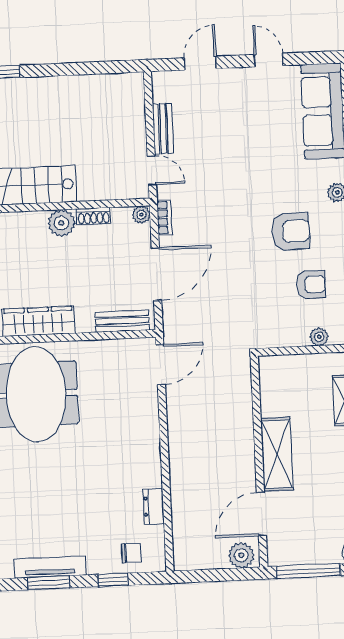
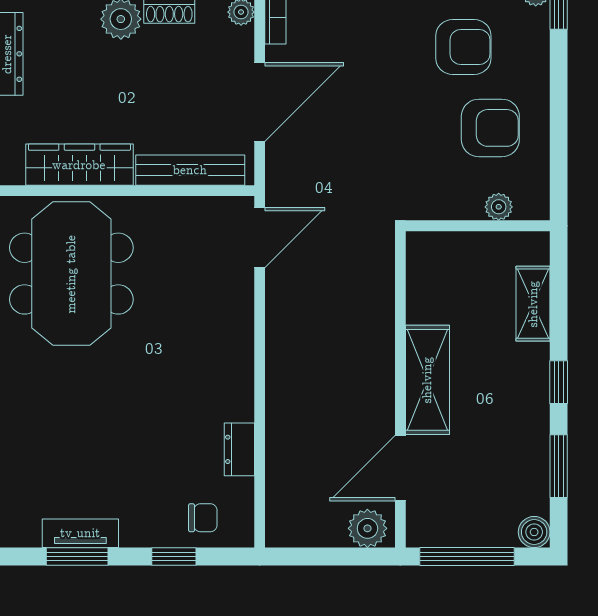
armchair: (311, 284) -> (490, 128), width x1.38, depth x1.38
bench: (122, 321) -> (190, 170), width x1.36
tv unit: (50, 567) -> (80, 533), width x0.71

